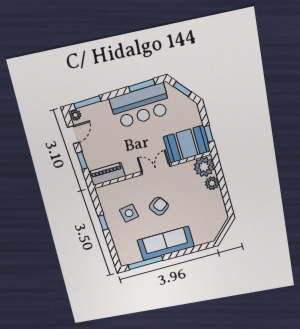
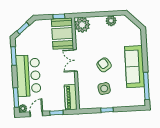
bar counter: (140, 106) -> (28, 76), moved
door: (73, 135) -> (36, 114), hinge flipped
plant: (212, 183) -> (111, 21), moved

